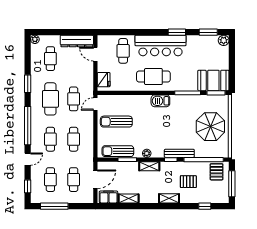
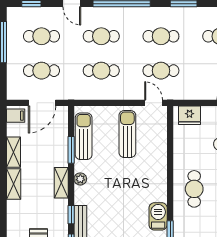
cafe table: (153, 77) -> (194, 189), width x0.73, depth x0.74
cafe table: (50, 99) -> (161, 36), width x0.73, depth x0.74
barbecue: (160, 101) -> (158, 216), moved
door: (95, 179) -> (42, 103), hinge flipped
filing cabinet: (108, 197) -> (16, 116), width x0.50
shelving: (169, 198) -> (14, 184), moved

